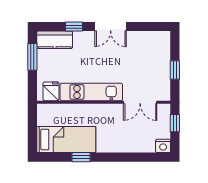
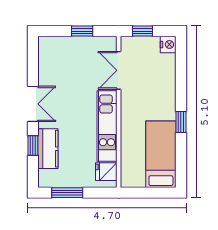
kitchen counter: (55, 40) -> (48, 149), moved
double door: (140, 102) -> (119, 70), swing flipped
window: (81, 157) -> (181, 122), moved

